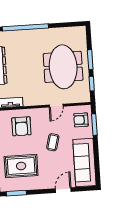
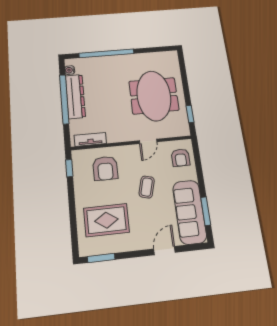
window: (90, 60) -> (186, 87), removed
armchair: (81, 120) -> (181, 158), turned -90
window: (94, 125) -> (206, 211), moved

